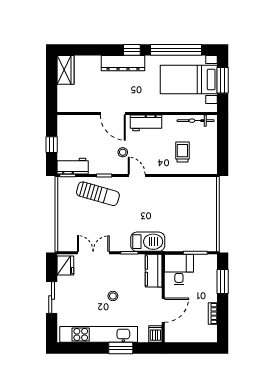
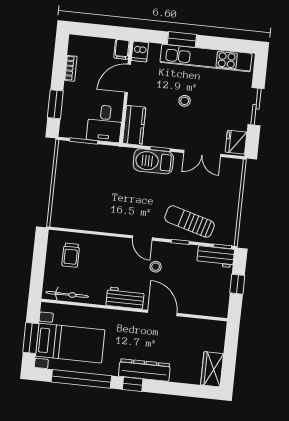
trolley: (182, 152) -> (71, 255), moved
barbecue: (148, 242) -> (153, 161), moved
filing cabinet: (171, 334) -> (122, 49), added

